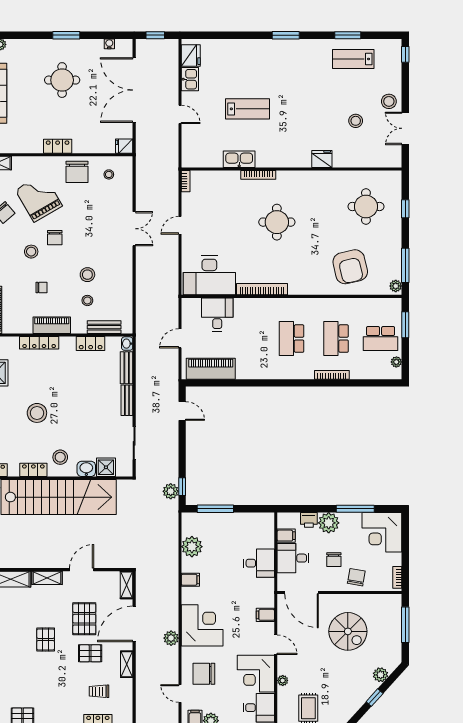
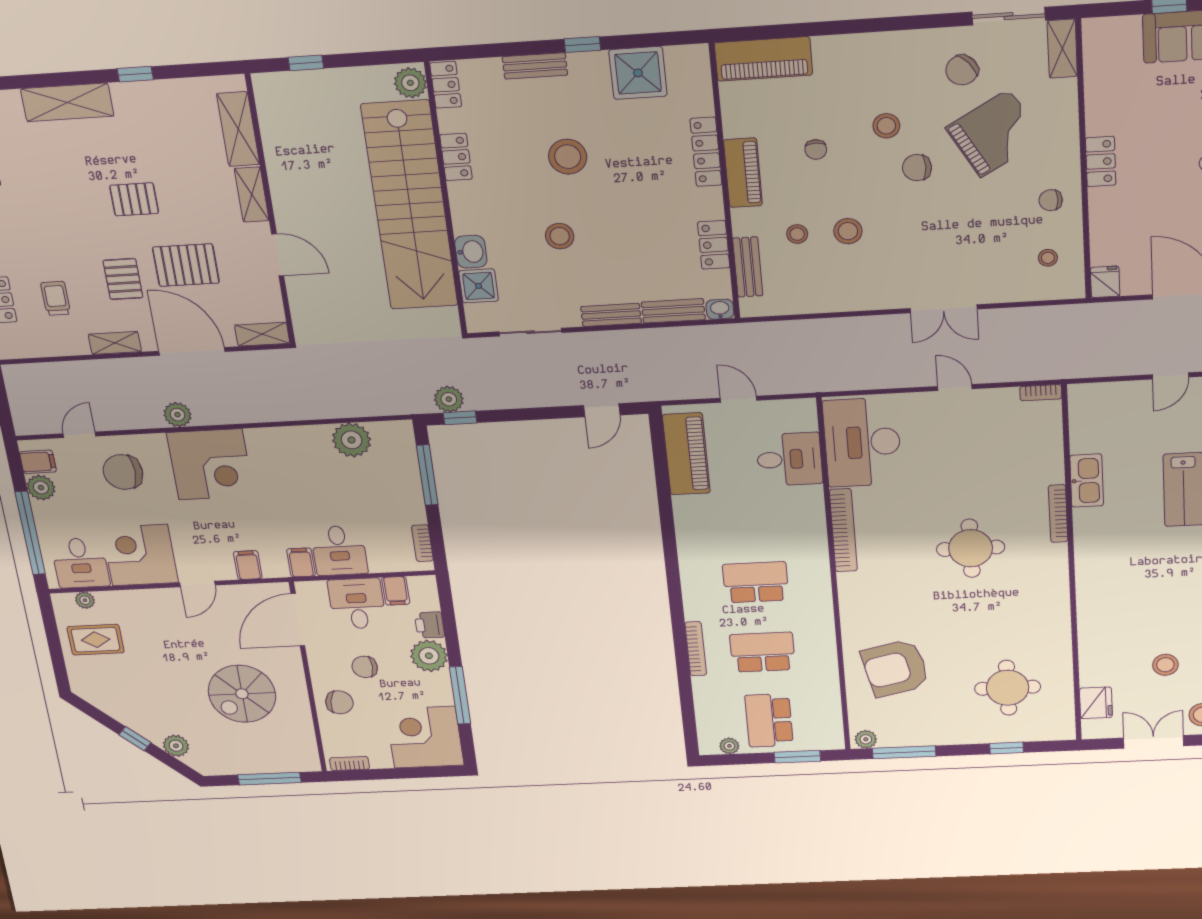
fridge: (322, 159) -> (1096, 703), moved
chair: (77, 172) -> (1051, 200), width x0.54, depth x0.54
stool: (60, 457) -> (560, 236), moved
bookcase: (257, 517) -> (422, 543), added
filing cabinet: (190, 580) -> (301, 562), moved, turned 180
chair: (204, 674) -> (123, 472), turned -90
plant: (283, 680) -> (85, 600), moved

